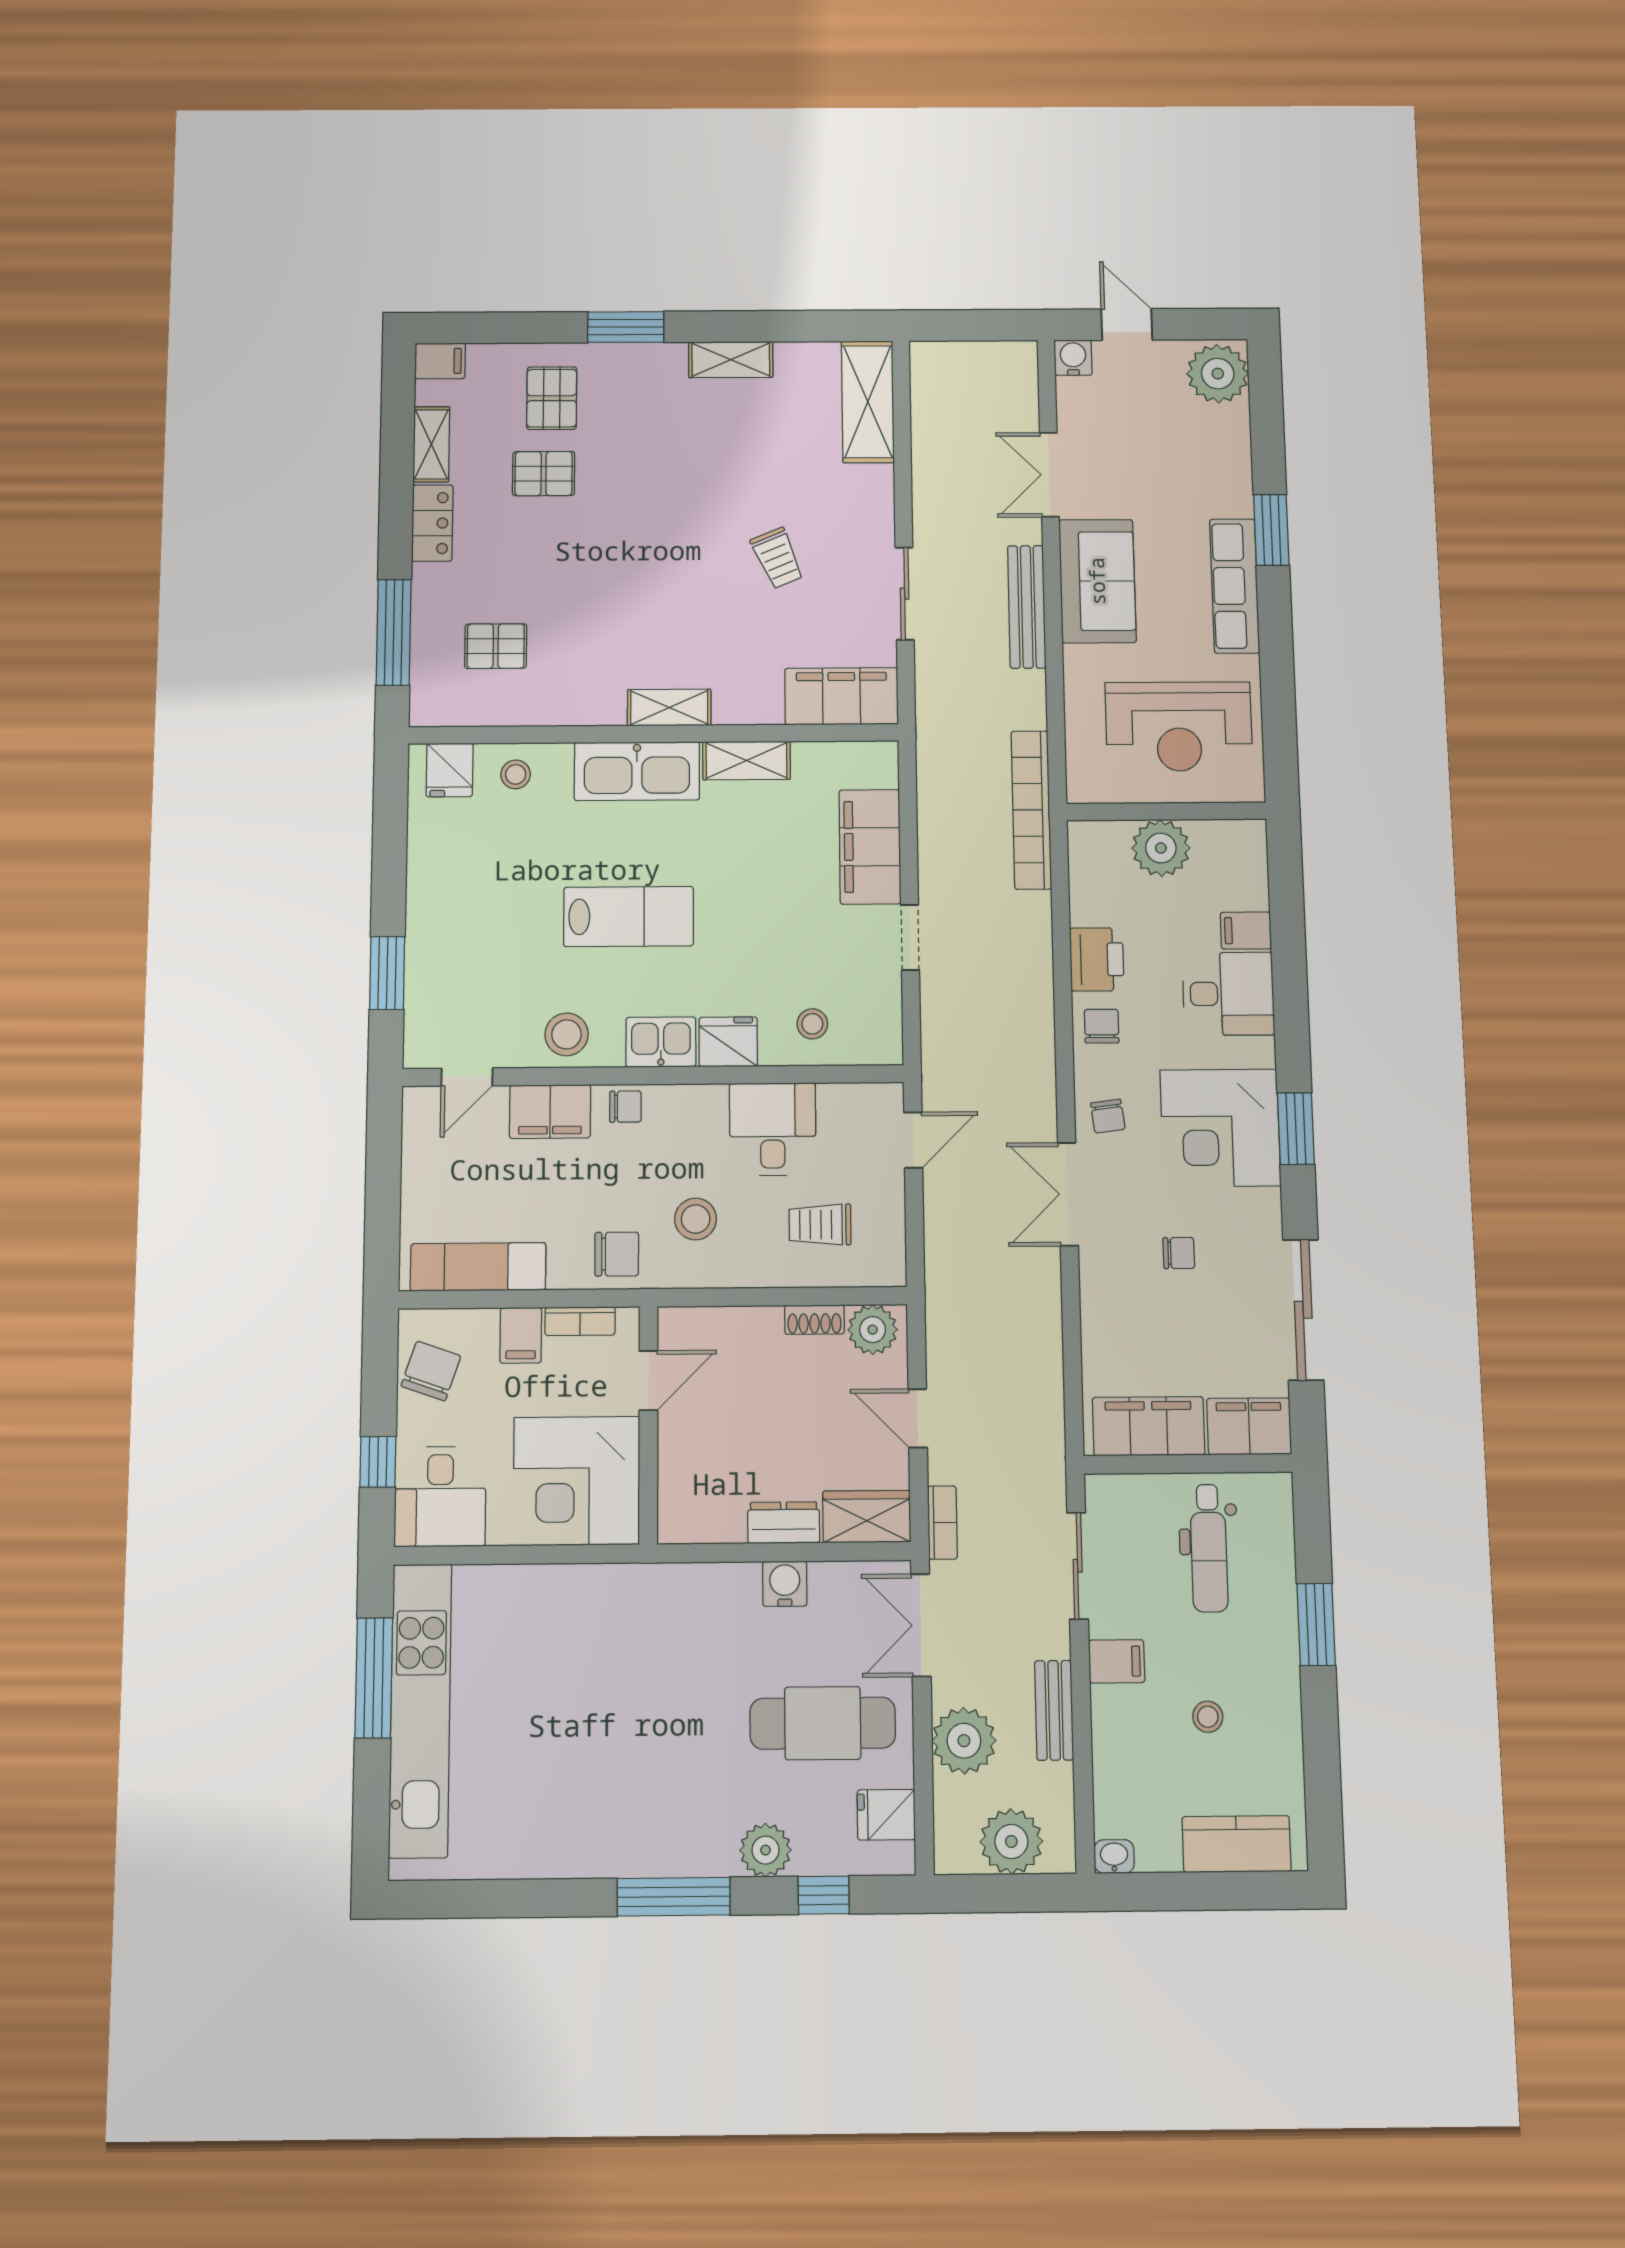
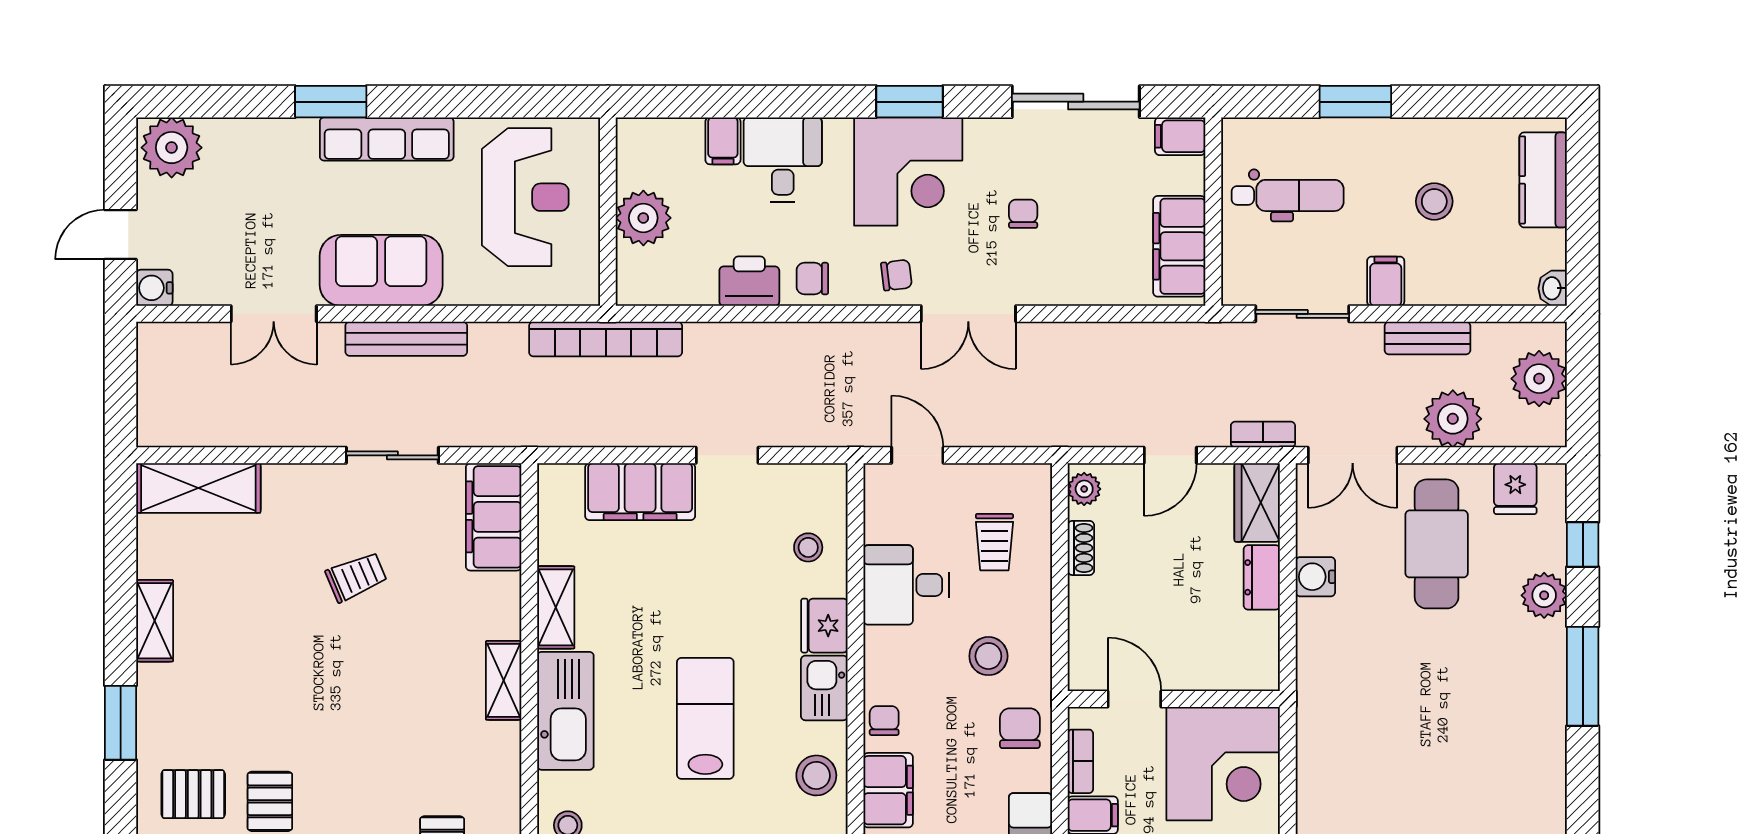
plant: (873, 1330) -> (1084, 489), width x0.73, depth x0.73
filing cabinet: (1249, 1426) -> (1180, 136), width x0.50
stool: (1208, 1717) -> (1434, 201), width x1.37, depth x1.37

